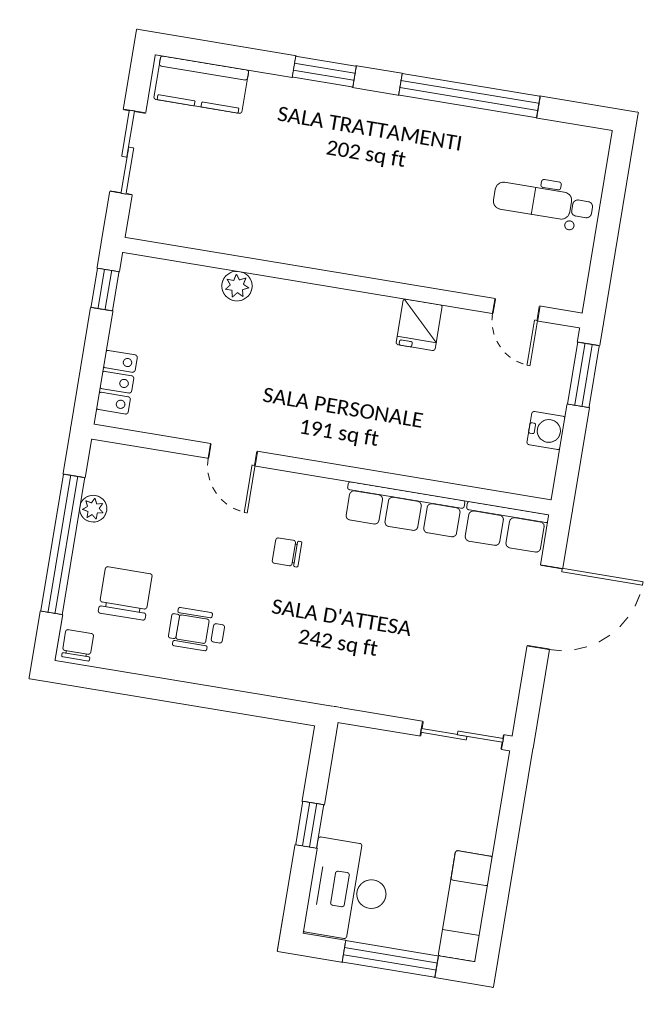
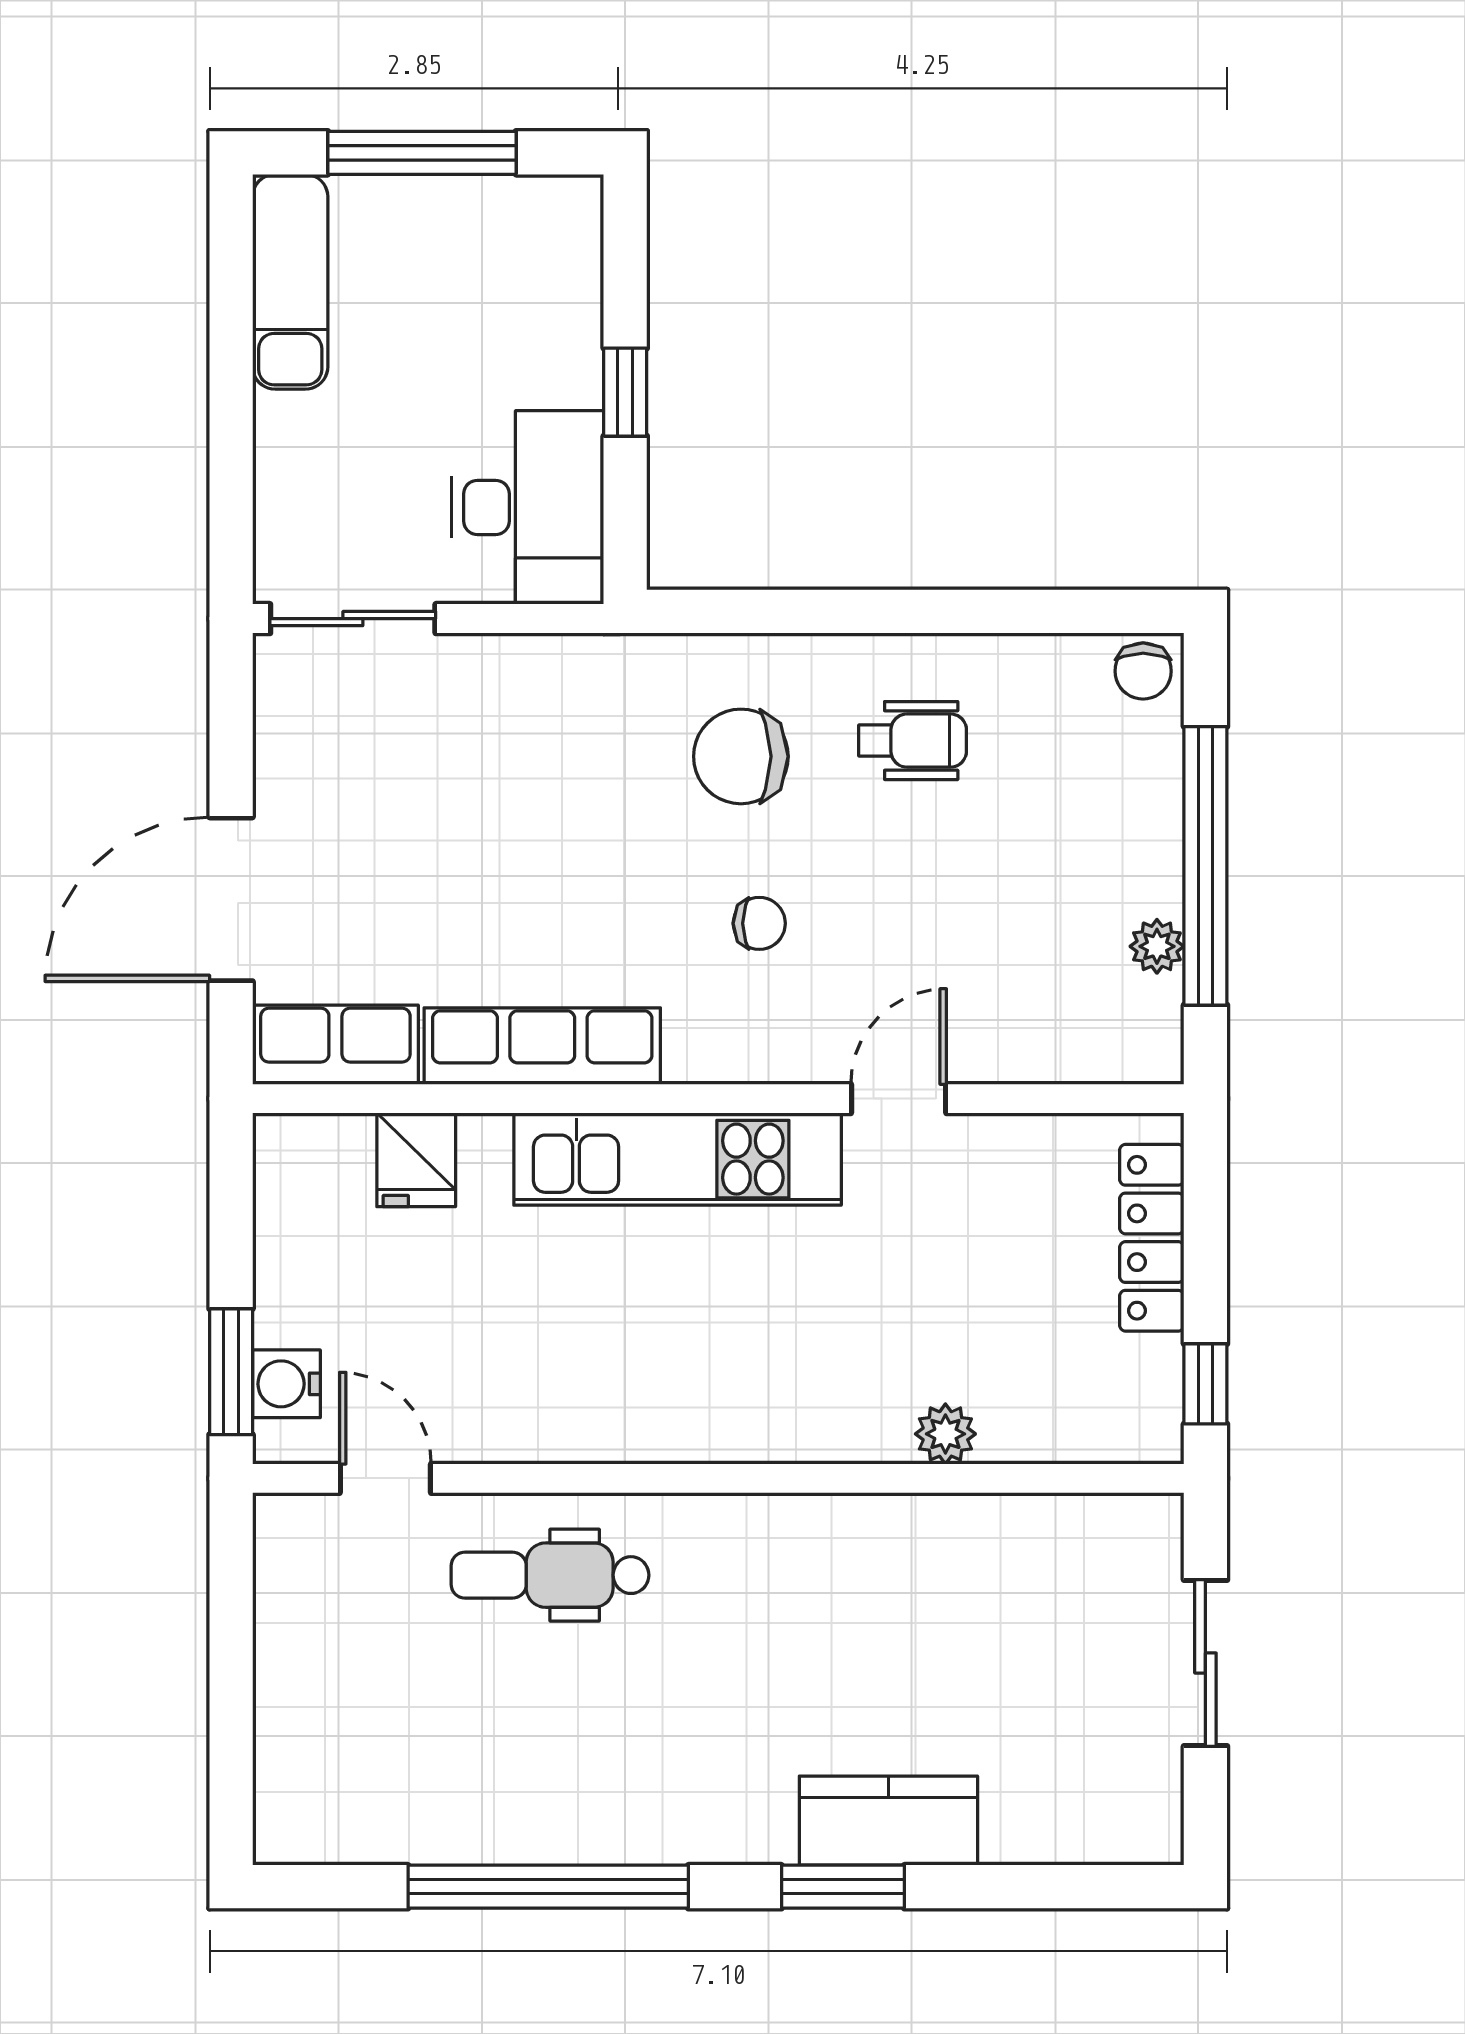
kitchen counter: (201, 85) -> (888, 1821), moved
dental chair: (543, 202) -> (550, 1575), moved, turned 180
fridge: (419, 325) -> (416, 1160), moved, turned 180
locker: (117, 382) -> (1152, 1238), width x1.53
water cooler: (546, 430) -> (286, 1384), moved
kitchen unit: (346, 443) -> (678, 1159), added
door: (233, 455) -> (899, 1099), hinge flipped
chair: (125, 593) -> (741, 756), moved, turned 90
desk: (348, 890) -> (528, 507), moved

